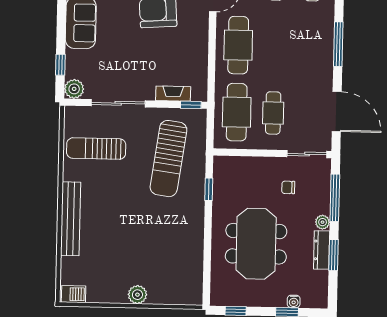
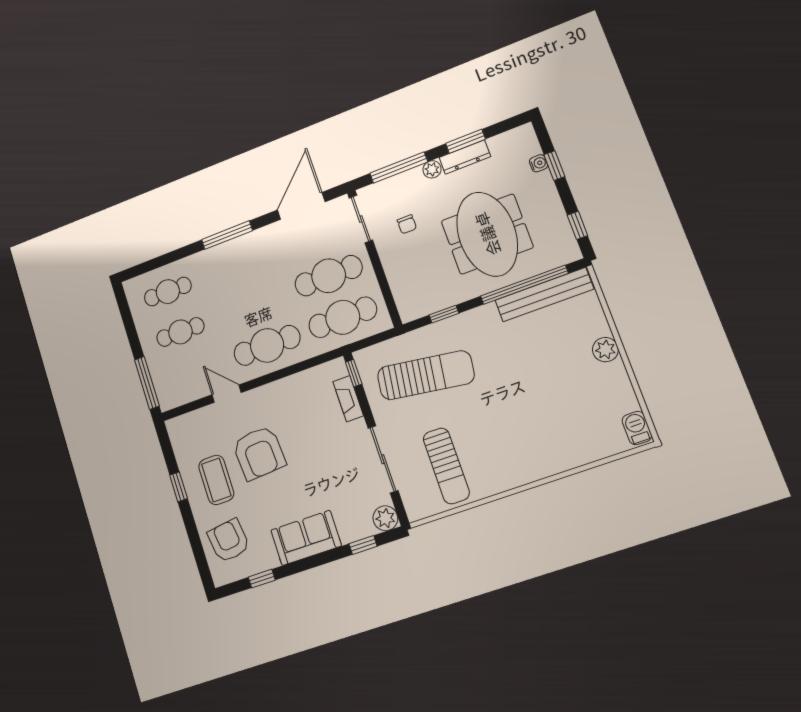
cafe table: (273, 113) -> (329, 276), width x1.37, depth x1.35
bench: (71, 219) -> (544, 295), moved
meeting table: (256, 244) -> (487, 234), turned 90
window: (207, 256) -> (524, 285), added

